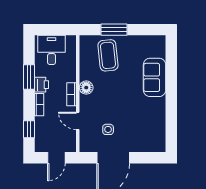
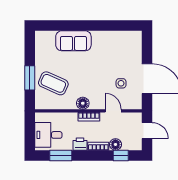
coffee table: (108, 55) -> (53, 83), turned 30
window: (29, 77) -> (61, 155), moved
door: (78, 121) -> (113, 111), swing flipped
floor lamp: (41, 123) -> (115, 144), added

